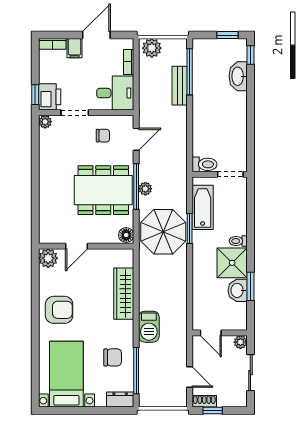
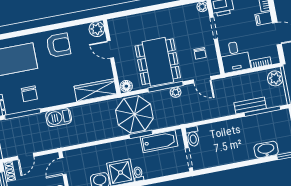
plant: (145, 189) -> (176, 92), moved
wardrobe: (124, 294) -> (95, 90), moved
armchair: (59, 310) -> (58, 45), turned -90

